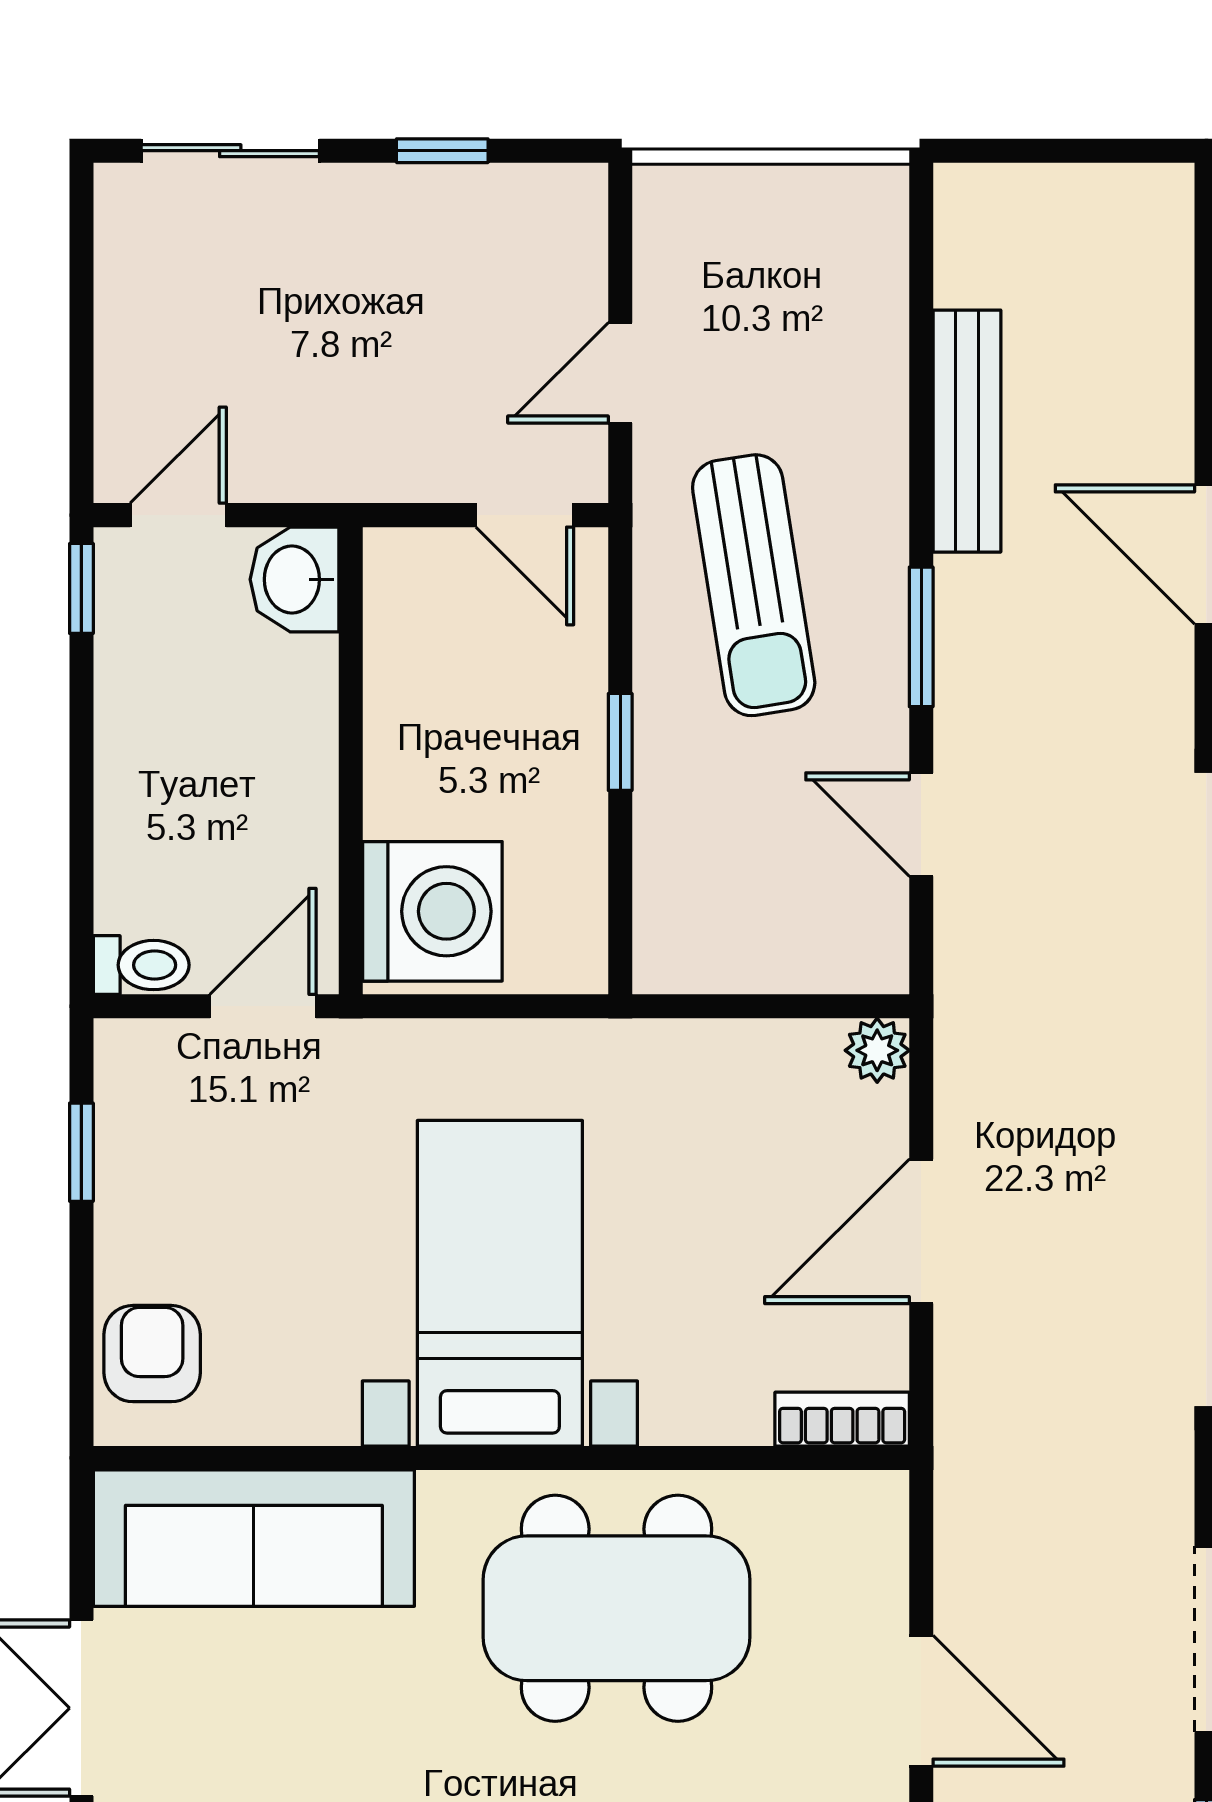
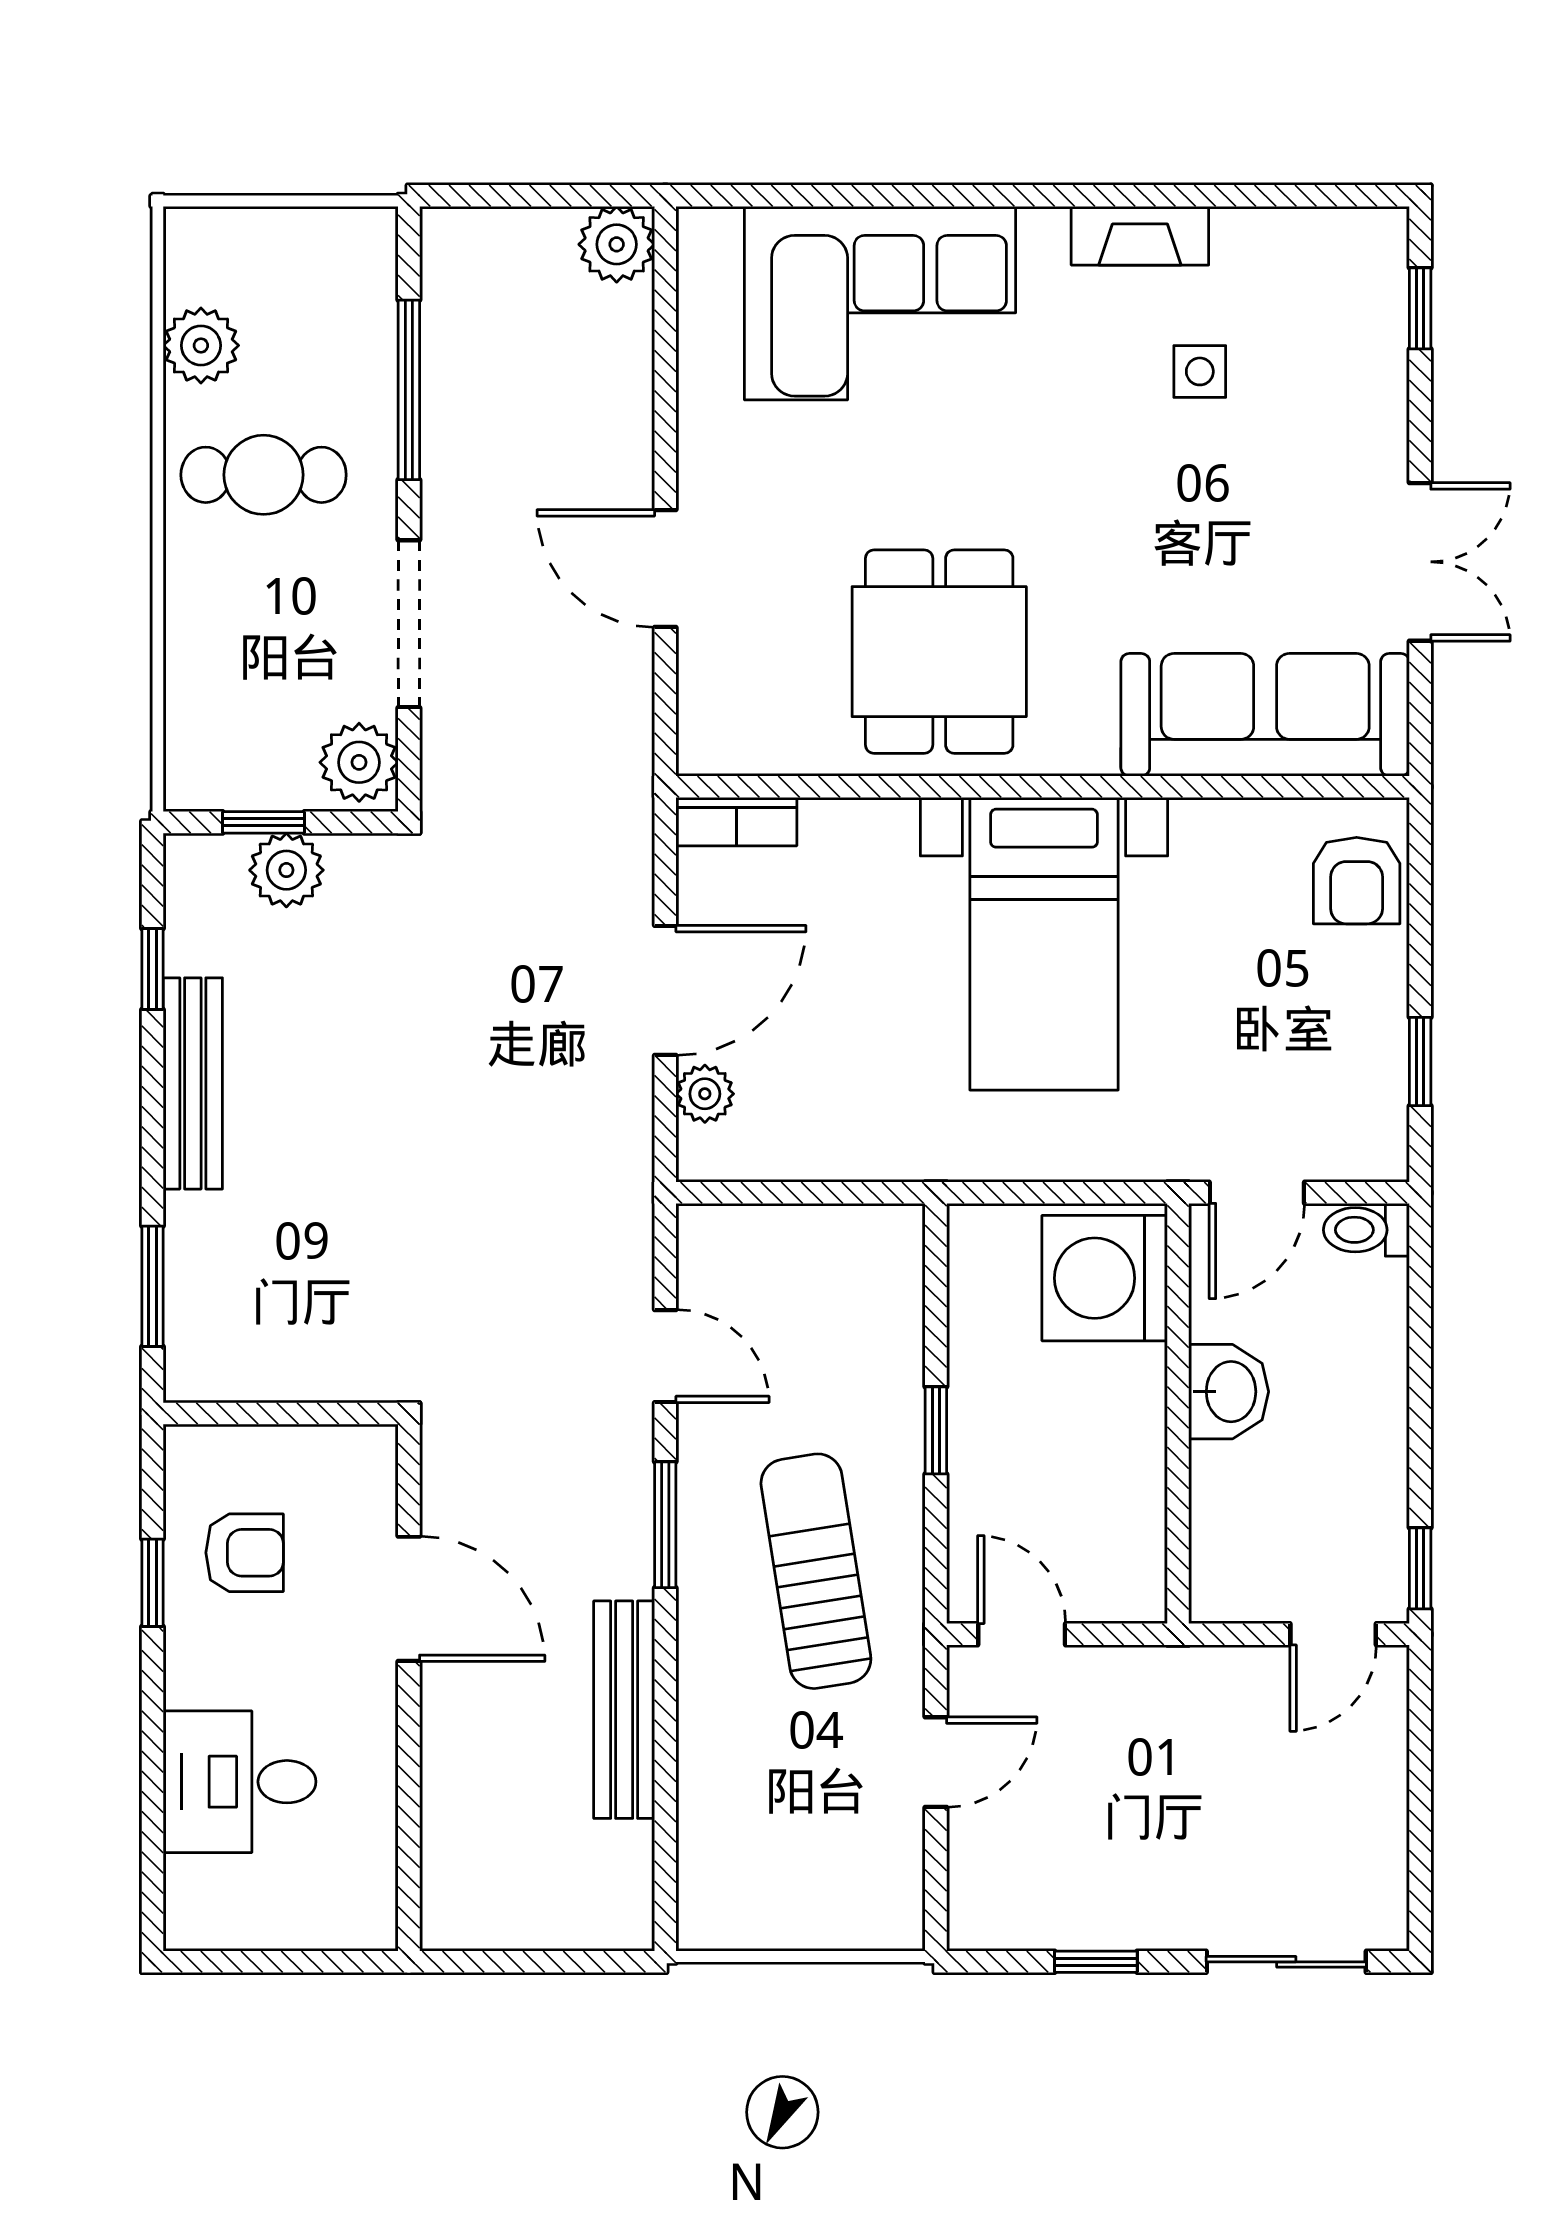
washbasin: (295, 579) -> (1229, 1392), moved
plant: (877, 1050) -> (705, 1094), moved
dining table: (617, 1608) -> (939, 652), width x0.73

